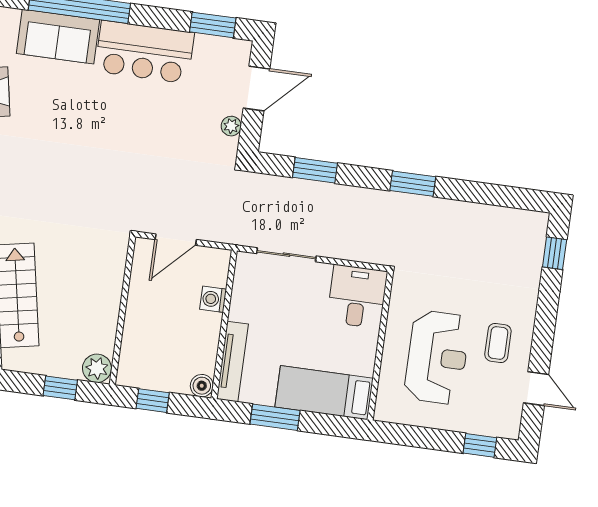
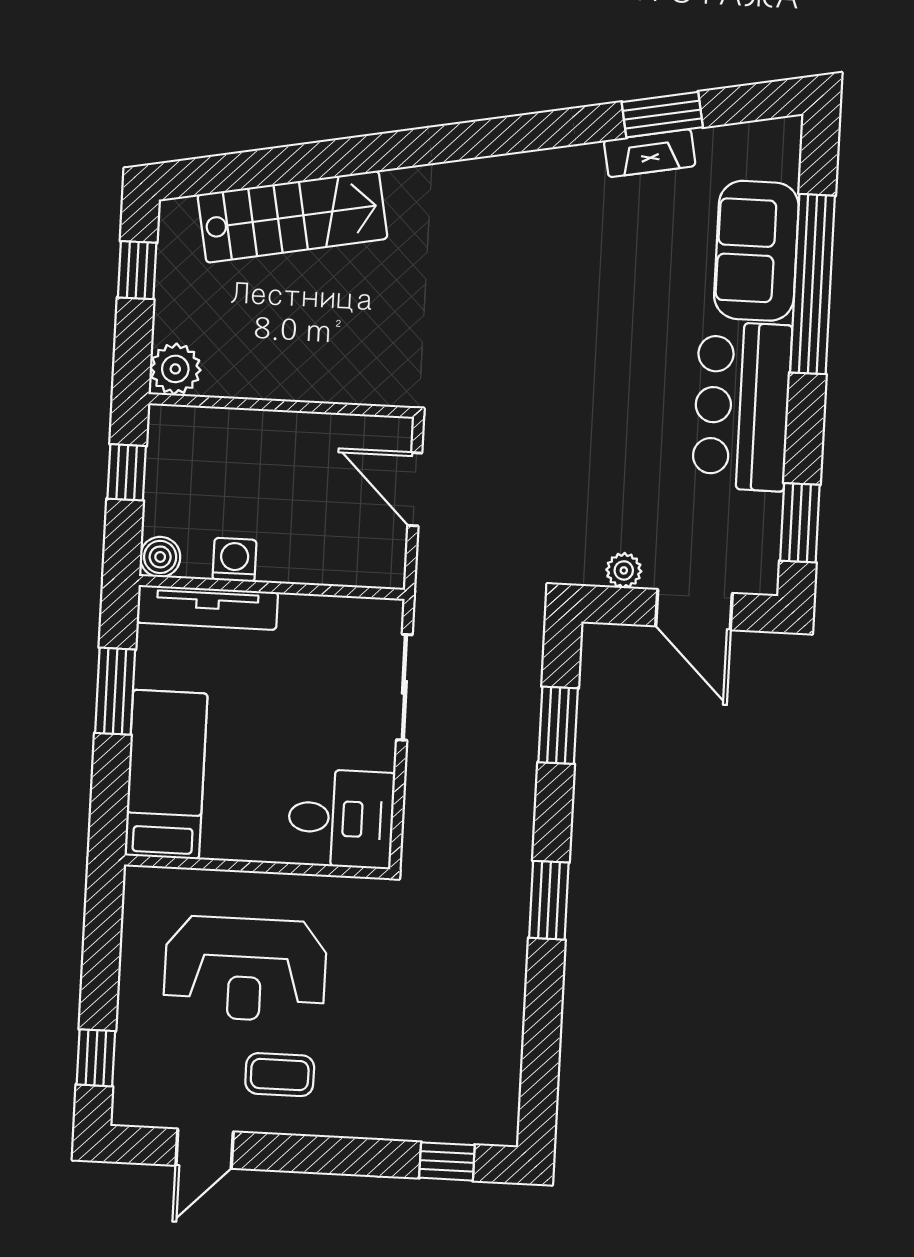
washing machine: (213, 299) -> (234, 560), moved
window: (60, 388) -> (137, 270), moved

